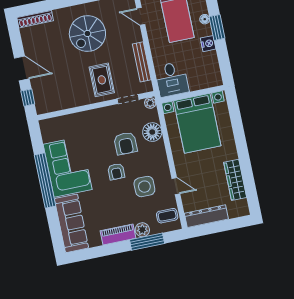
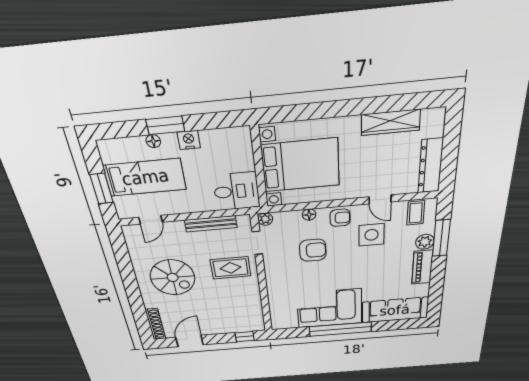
door: (22, 68) -> (190, 341), moved
floor lamp: (152, 132) -> (309, 215), width x0.53, depth x0.53
armchair: (116, 172) -> (340, 218), moved
door: (176, 186) -> (380, 199), swing flipped

